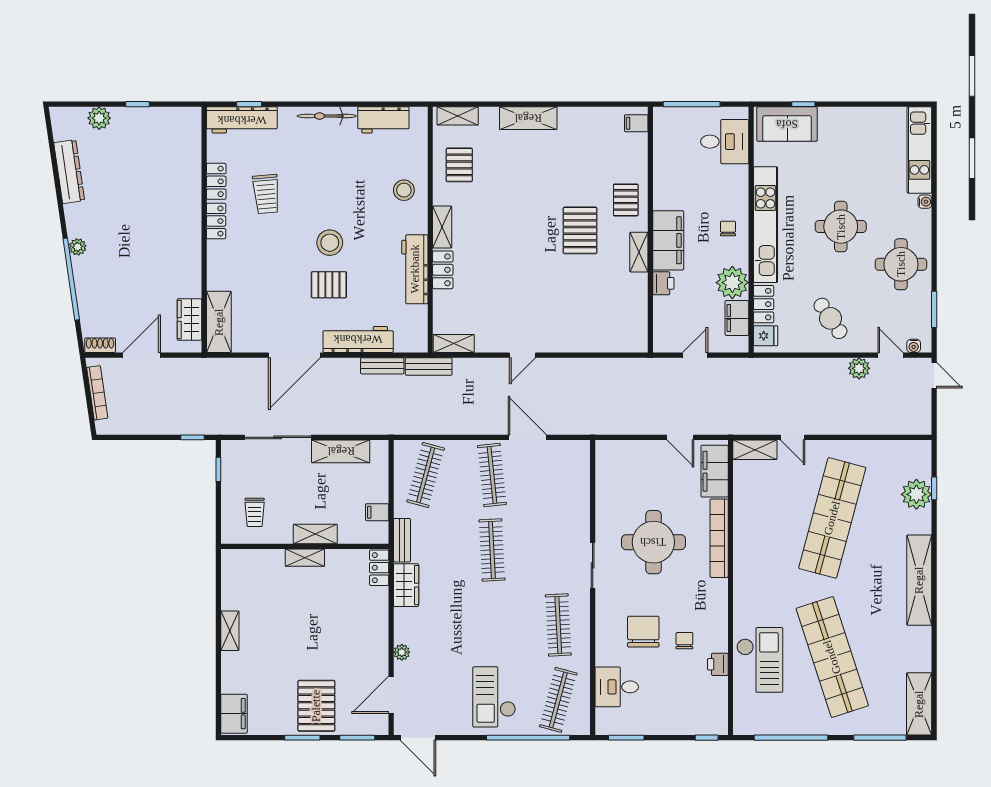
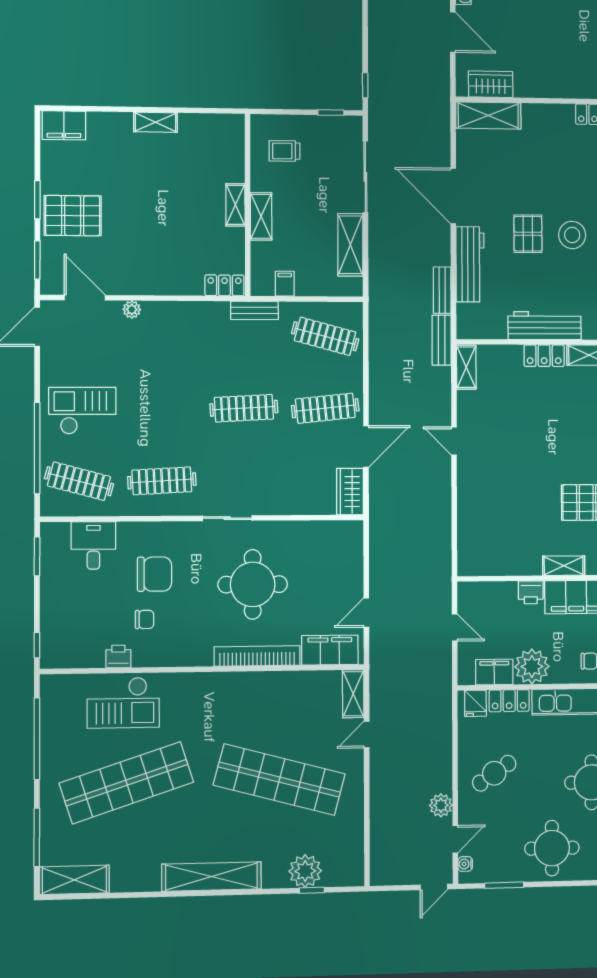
wardrobe: (406, 585) -> (350, 492), moved, turned 90

